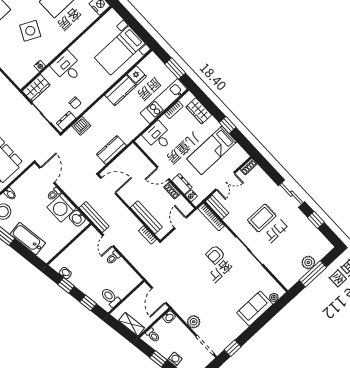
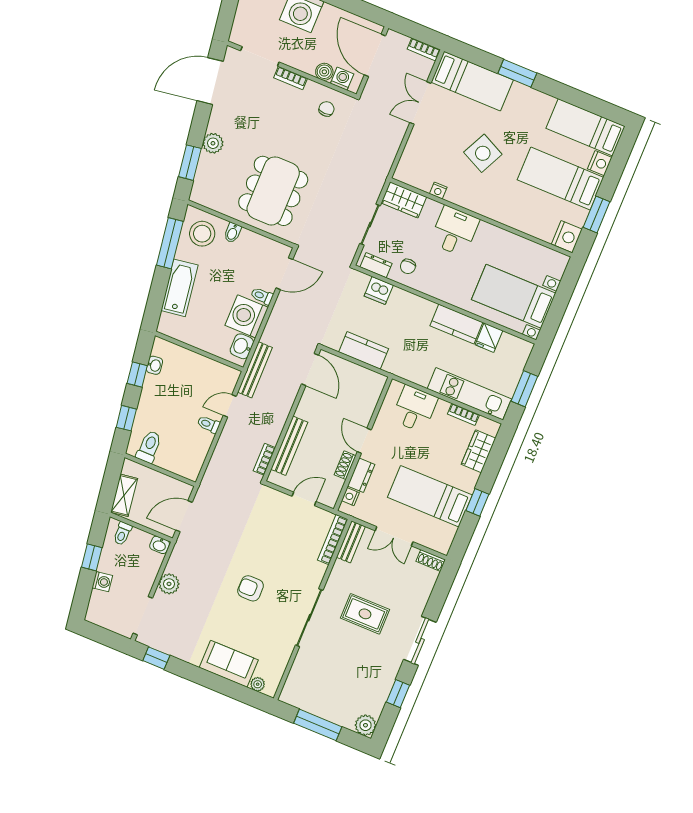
armchair: (215, 255) -> (251, 588), moved
plant: (308, 263) -> (365, 725), moved

